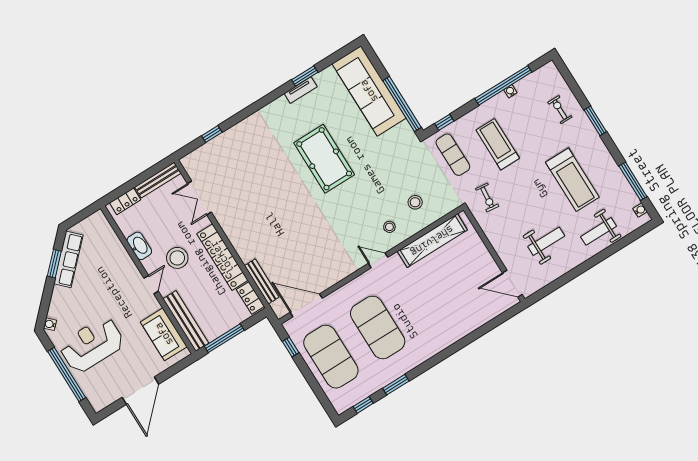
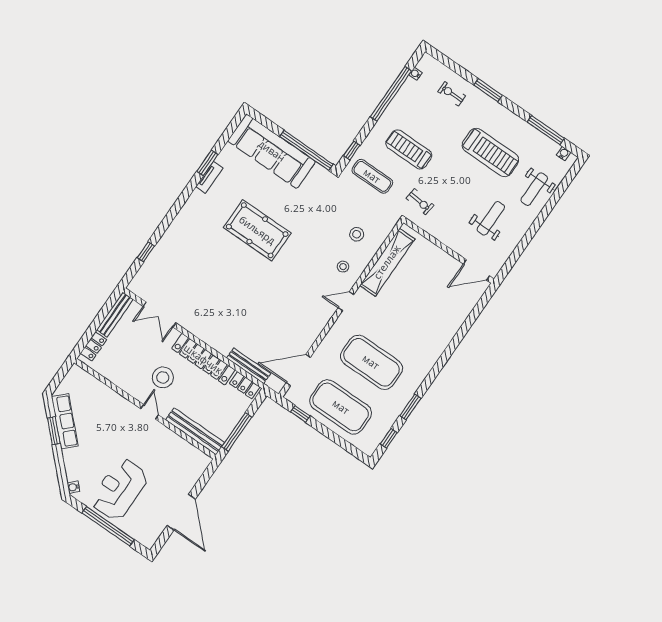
water cooler: (510, 91) -> (415, 74), moved
washbasin: (139, 246) -> (124, 381), removed
sofa: (164, 334) -> (180, 452), removed

